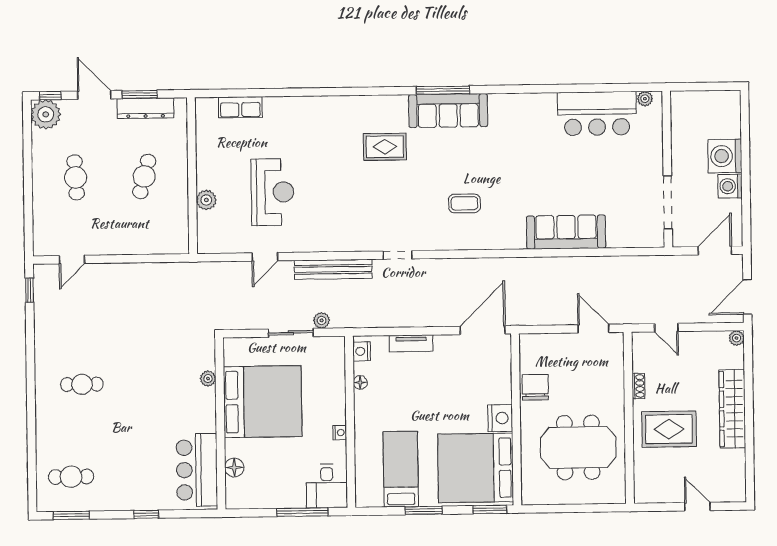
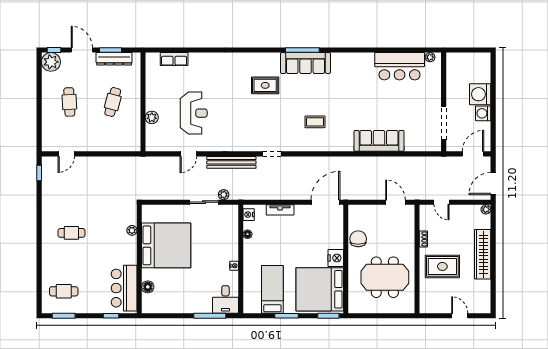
plant: (208, 378) -> (132, 230), moved
bed: (263, 402) -> (166, 245), moved
wall: (220, 424) -> (139, 259), moved
floor lamp: (234, 467) -> (148, 287), moved
bar counter: (197, 470) -> (124, 288), moved

